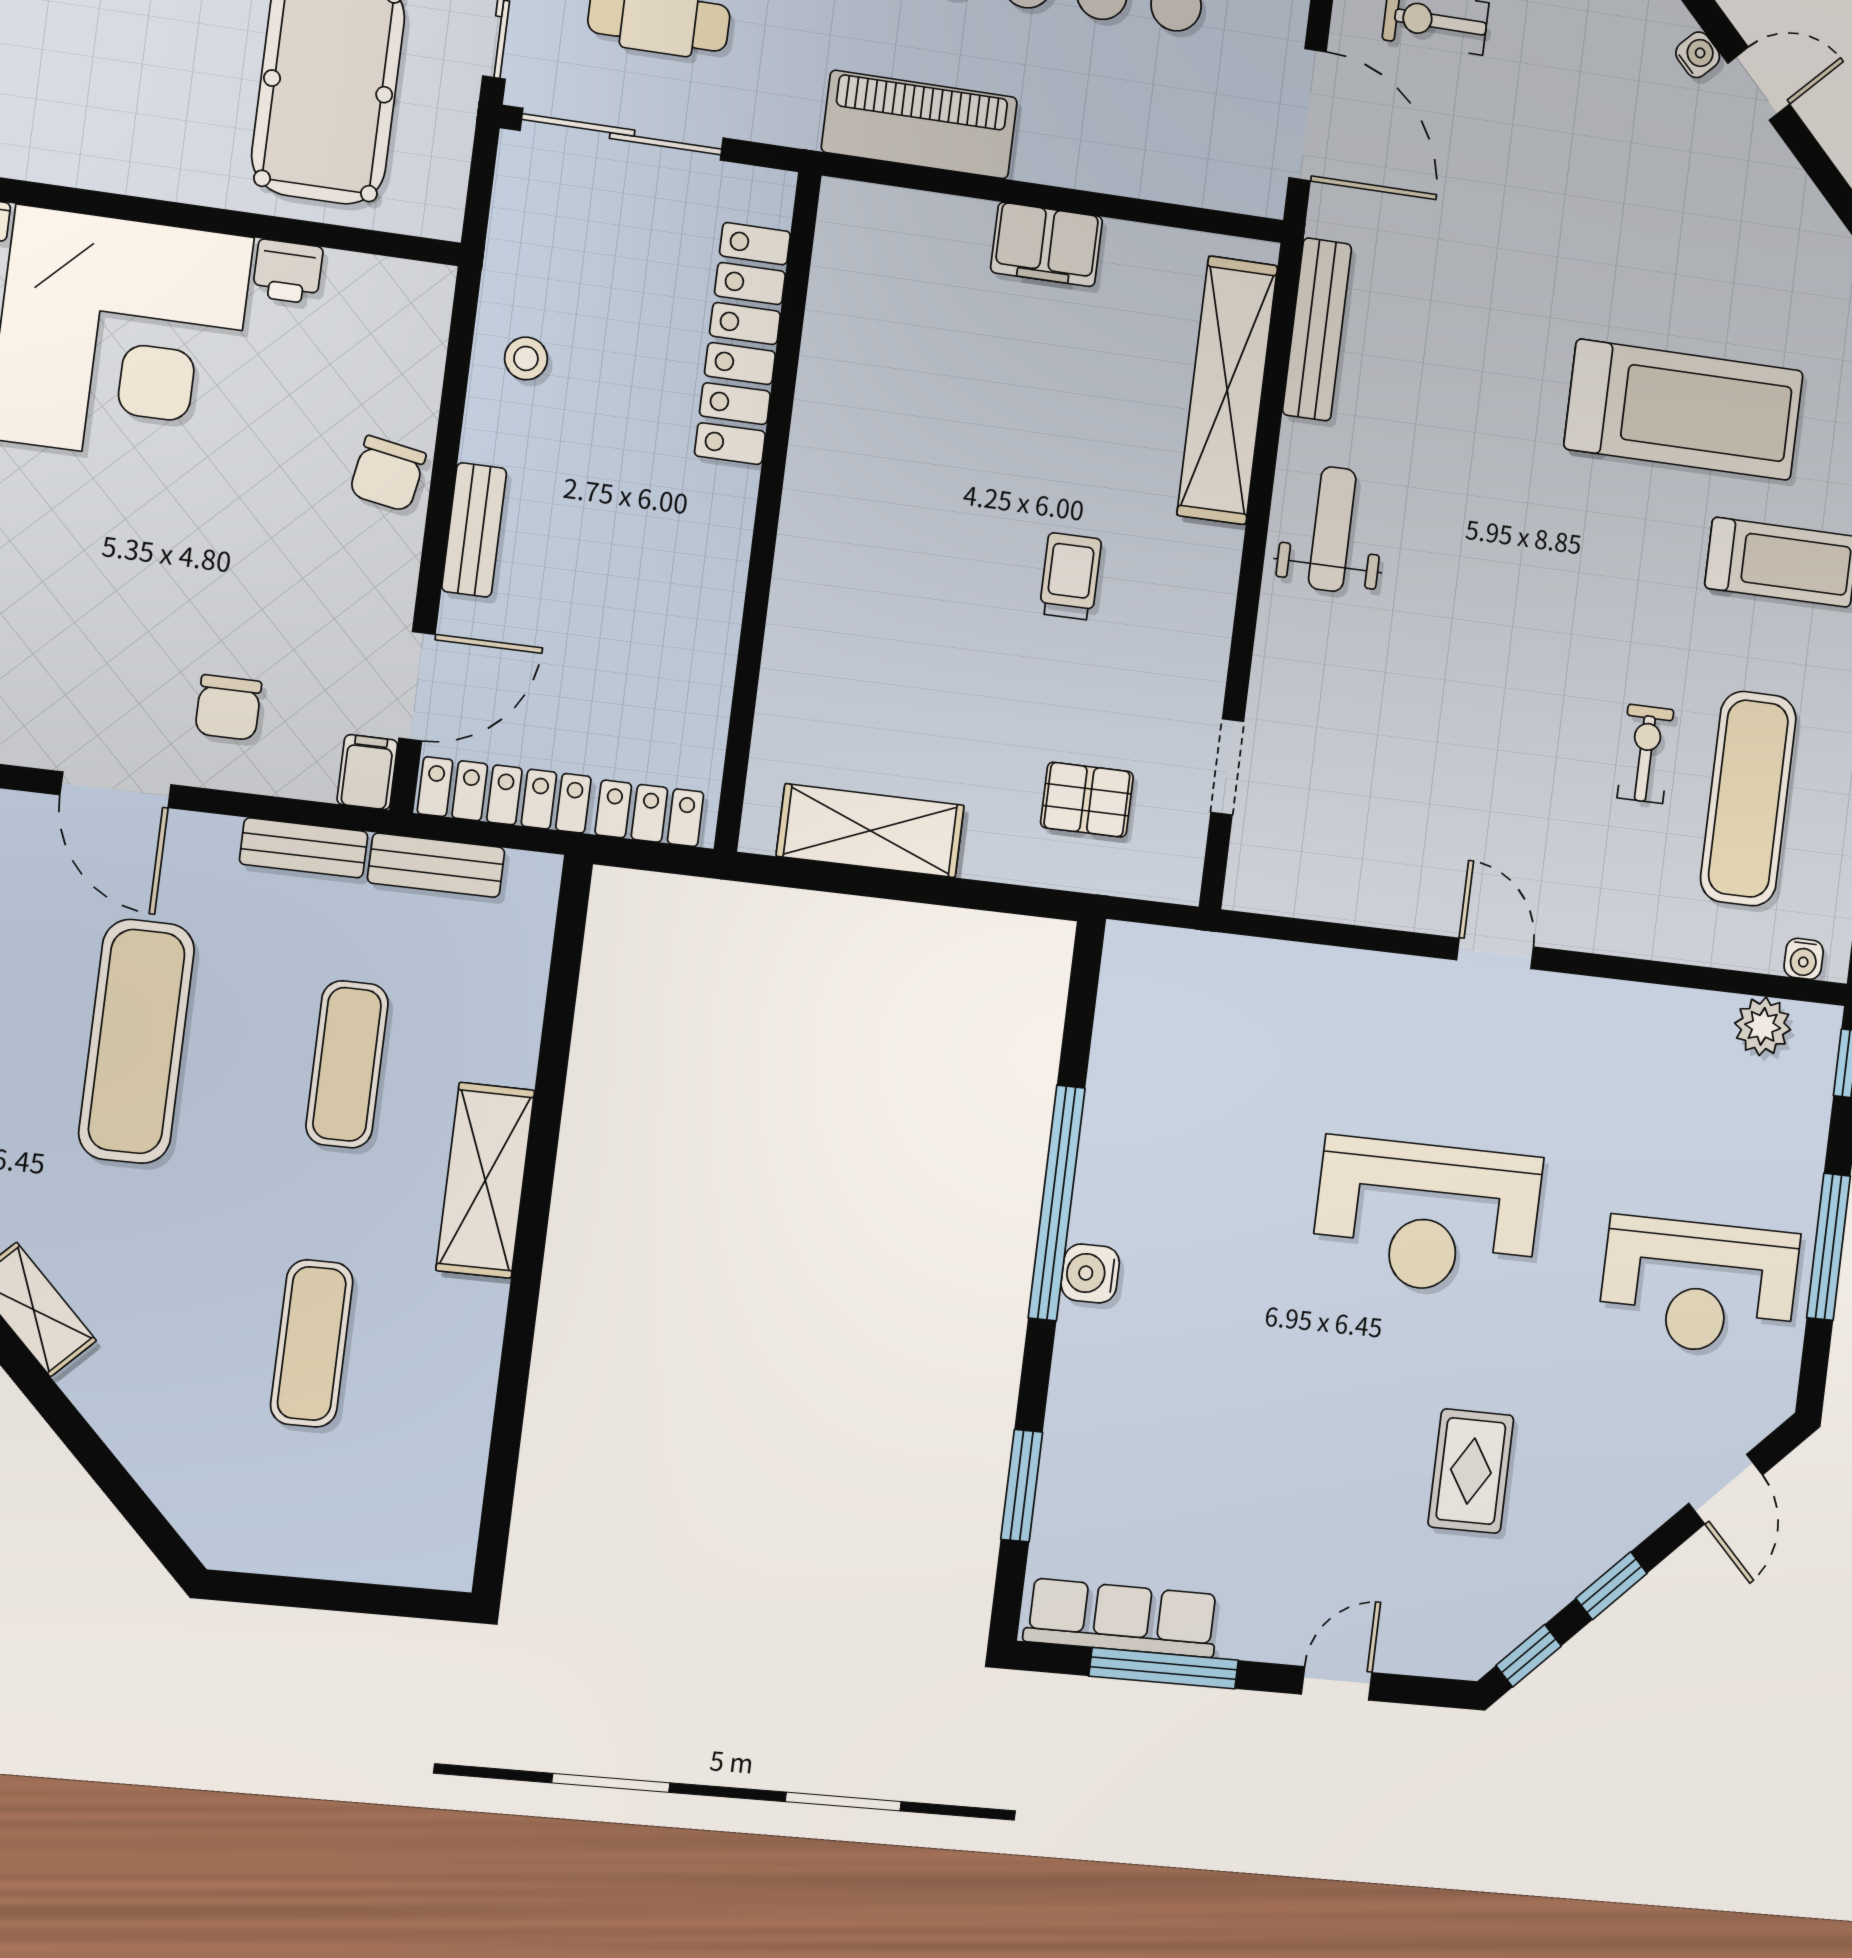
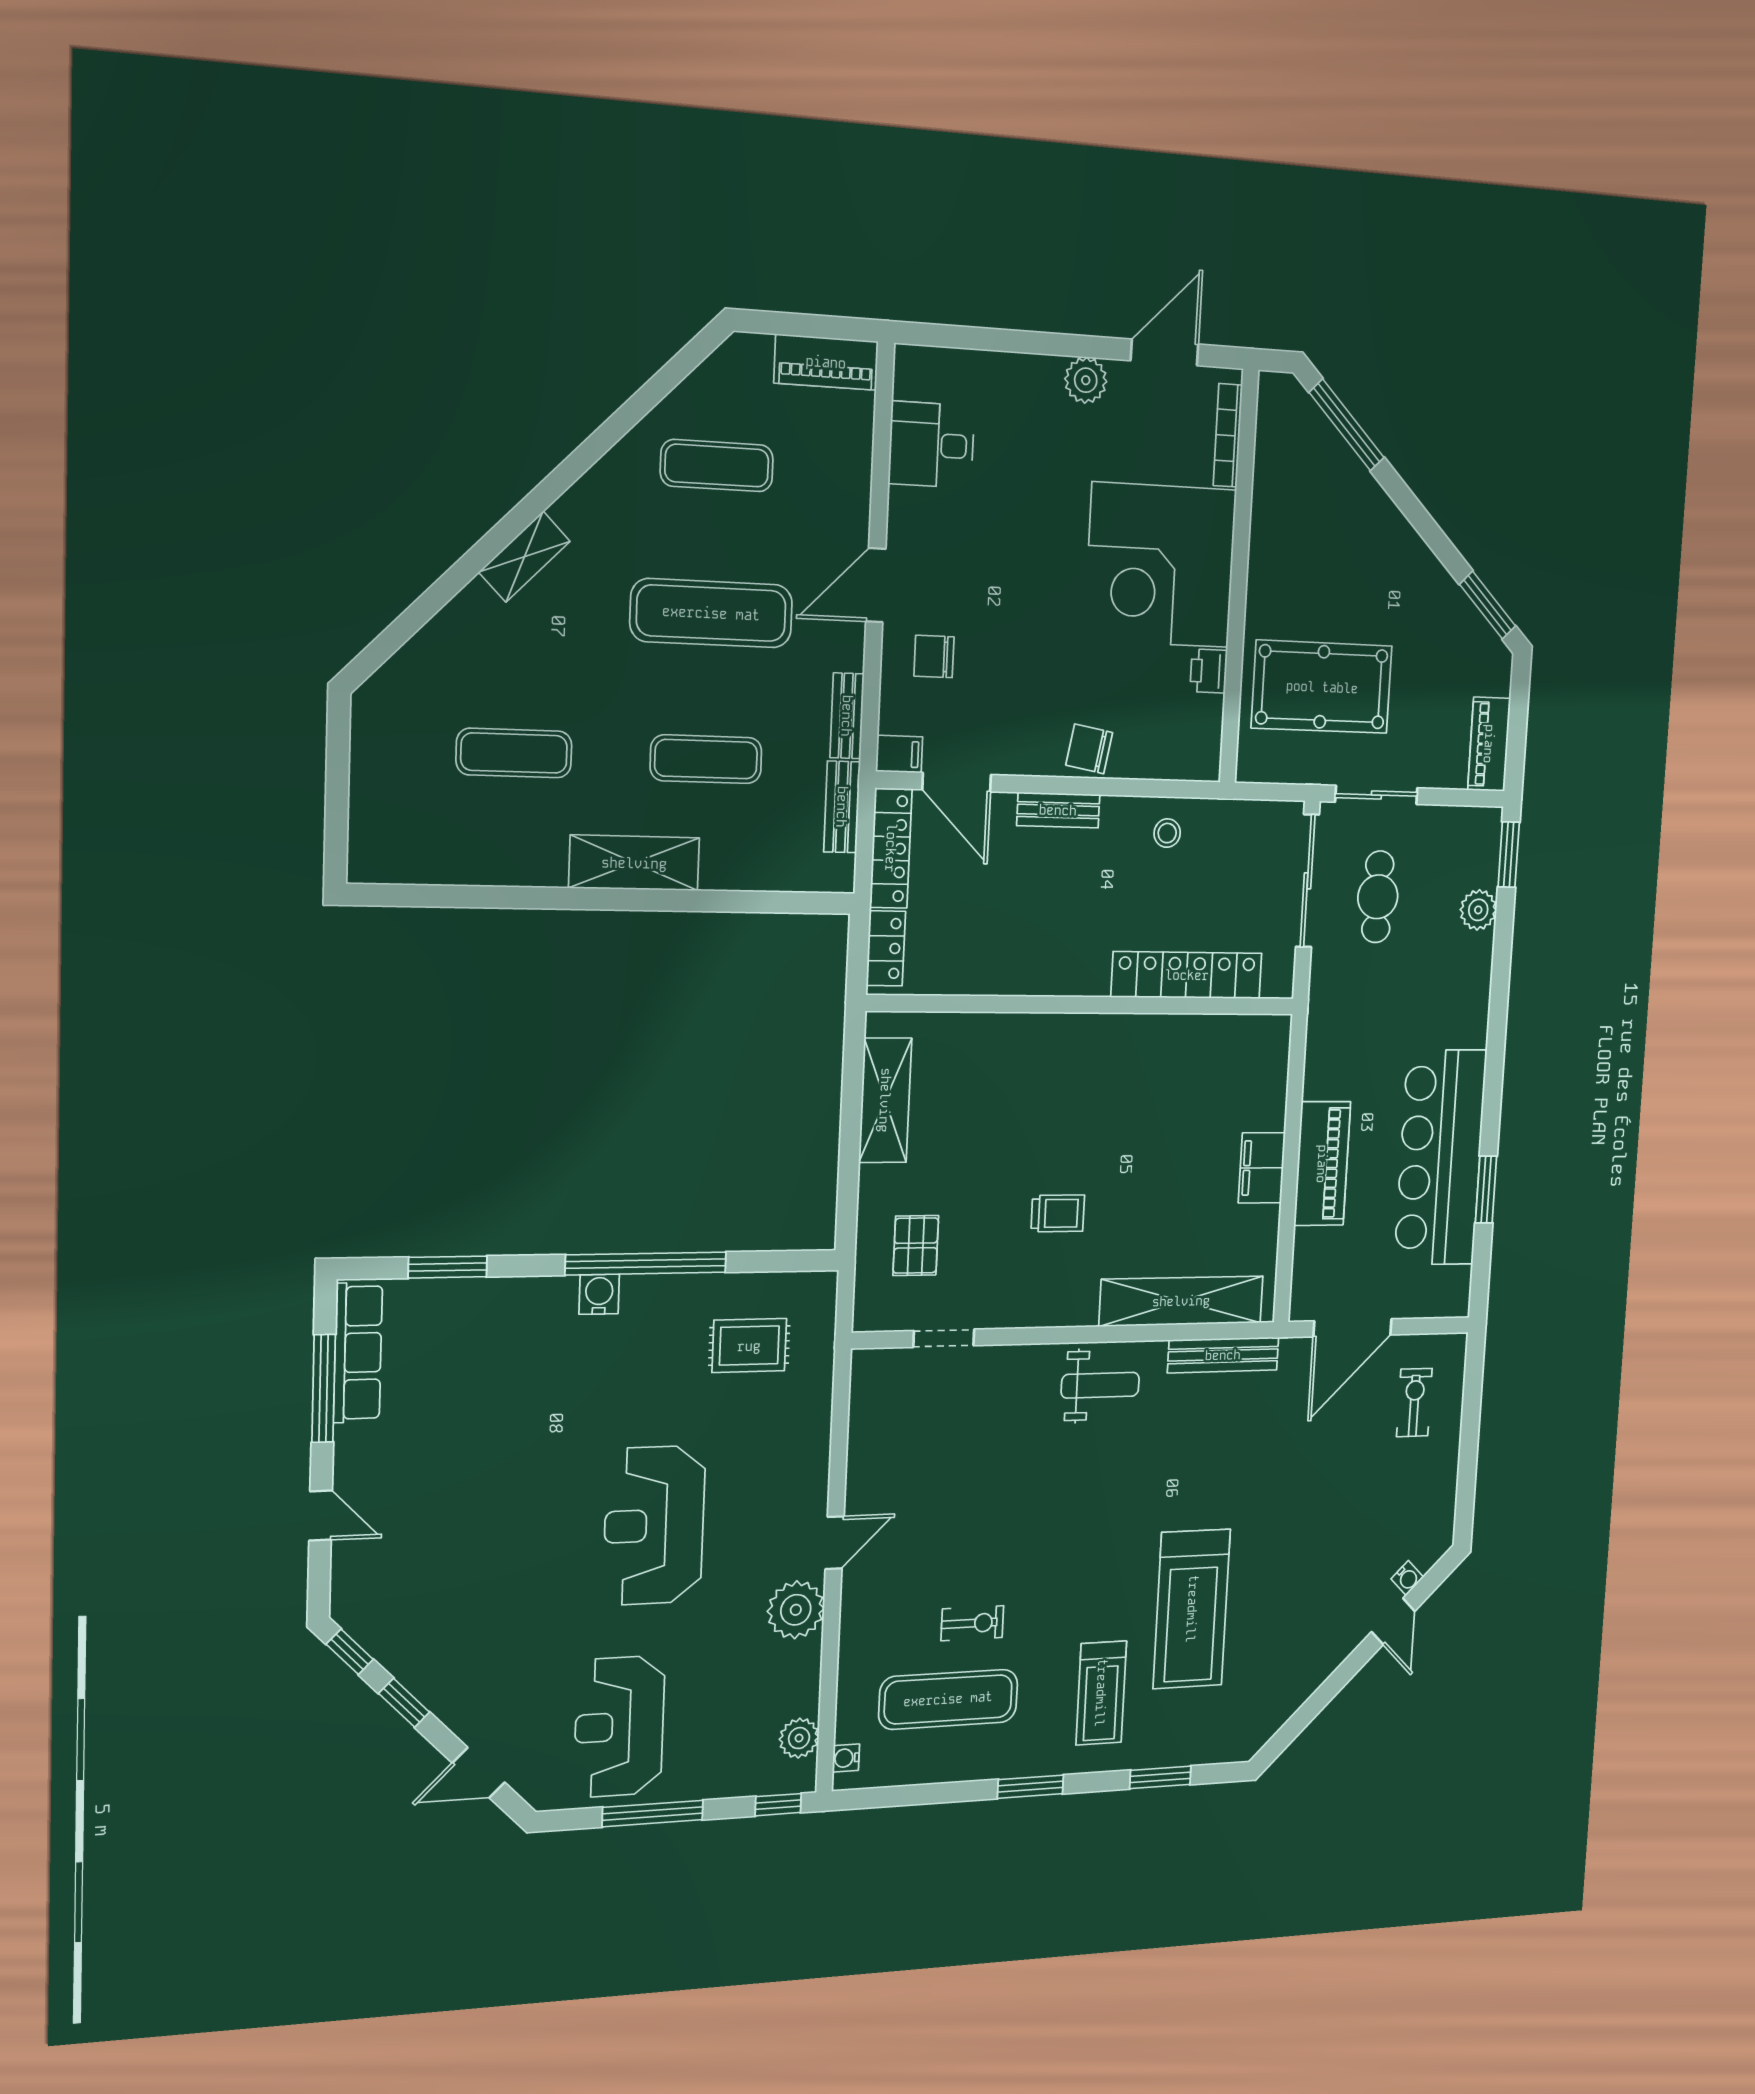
piano: (919, 125) -> (1322, 1164), moved
plant: (1580, 1018) -> (796, 1610), added
rug: (1471, 1471) -> (749, 1346), moved

